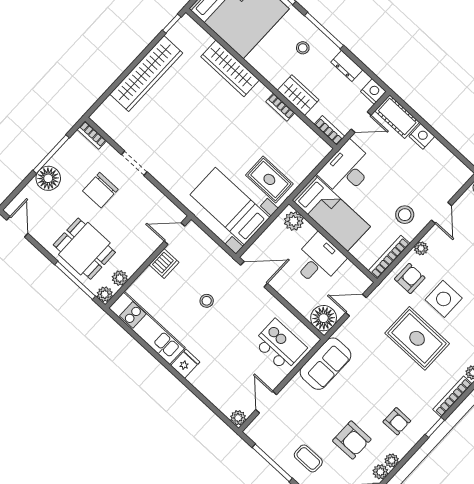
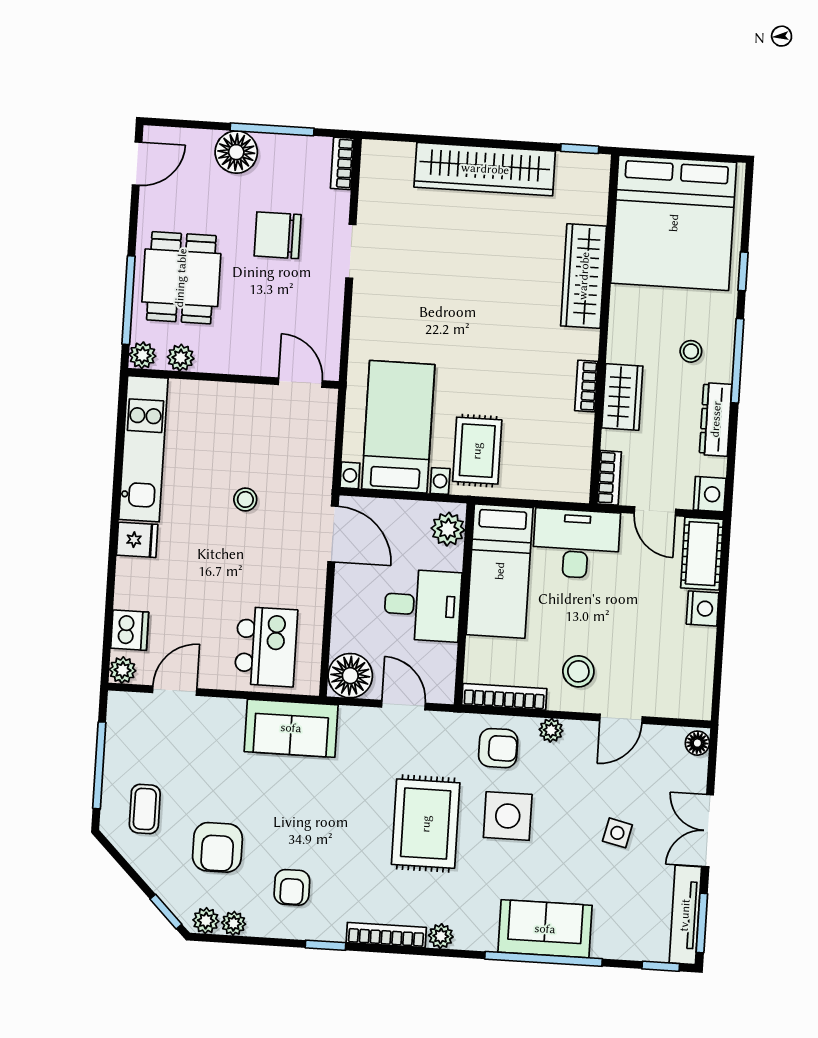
dresser: (347, 66) -> (716, 419), width x1.44
dishwasher: (164, 264) -> (130, 630), moved, turned -90

